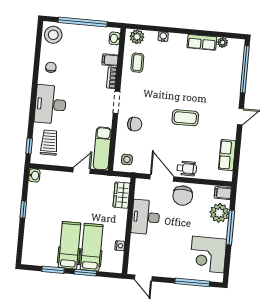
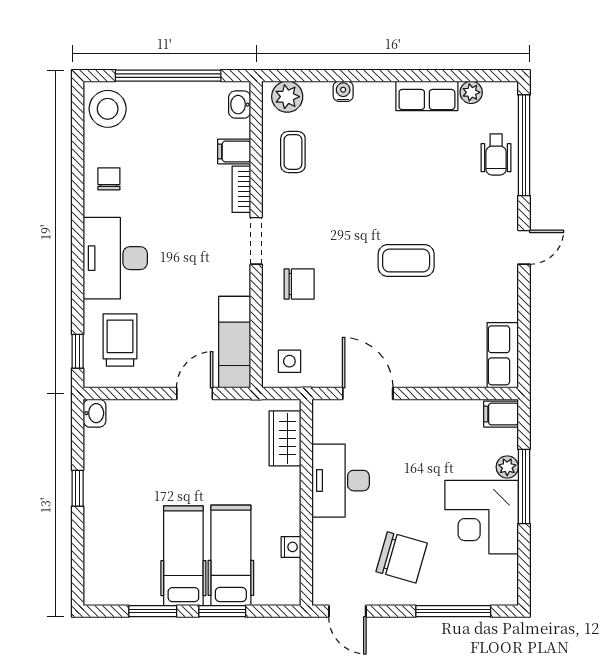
row of seats: (227, 155) -> (503, 355), moved
wheelchair: (187, 168) -> (496, 154), moved, turned 90
chair: (183, 196) -> (402, 557), moved, turned -74
plant: (219, 213) -> (507, 467), width x0.53, depth x0.53
corner desk: (208, 255) -> (482, 517), moved

